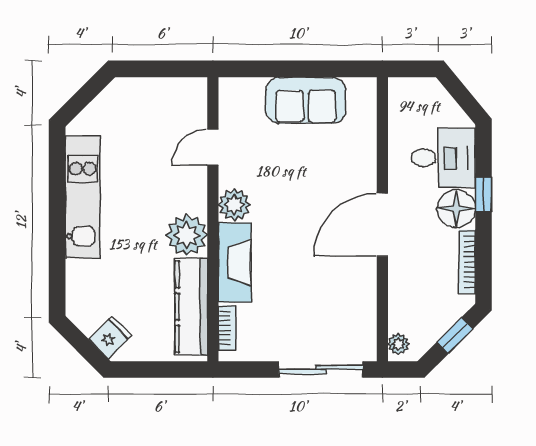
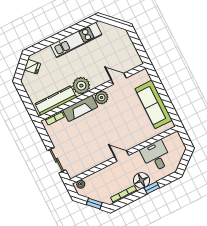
sofa: (306, 100) -> (154, 104), width x1.36
desk: (443, 158) -> (156, 156), moved, turned 180
door: (382, 225) -> (122, 156), width x0.53
fridge: (110, 338) -> (32, 67), moved
sliding door: (321, 370) -> (57, 160), width x0.73

